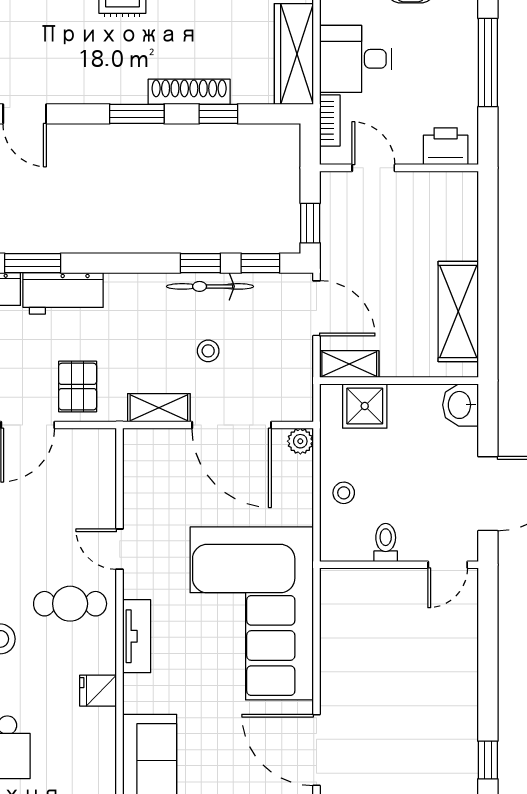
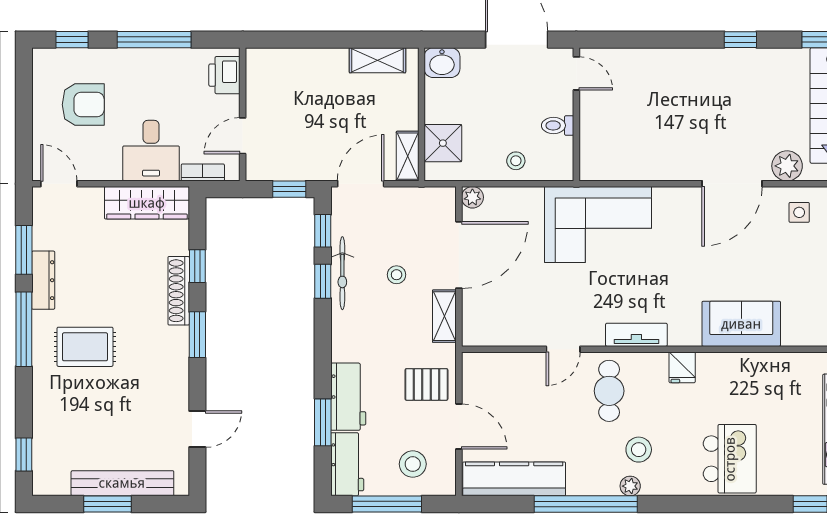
shelving: (458, 311) -> (377, 60), width x0.67, depth x0.75
corner sofa: (252, 613) -> (598, 224), width x0.73, depth x0.74

